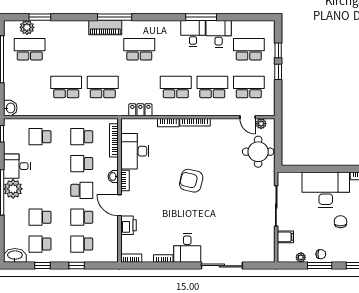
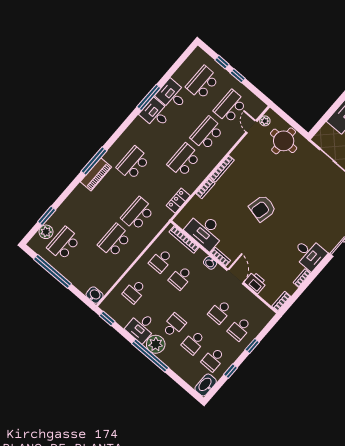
door: (248, 117) -> (252, 127), swing flipped
school desk: (82, 190) -> (174, 325), moved
door: (120, 205) -> (235, 277), swing flipped

